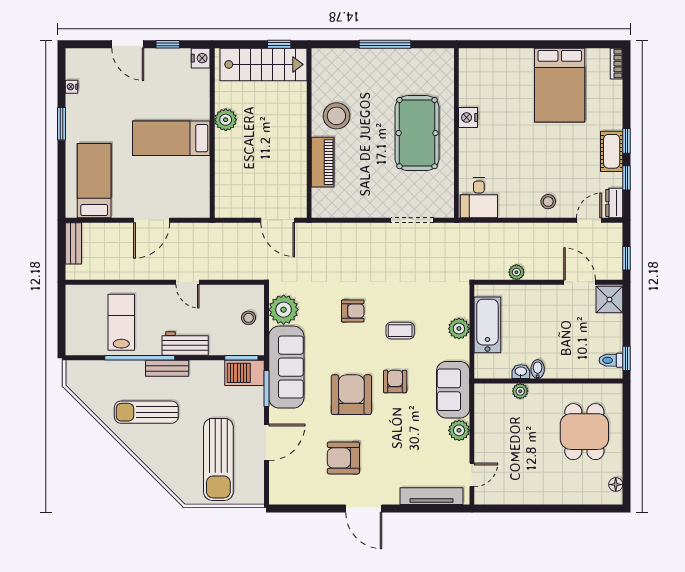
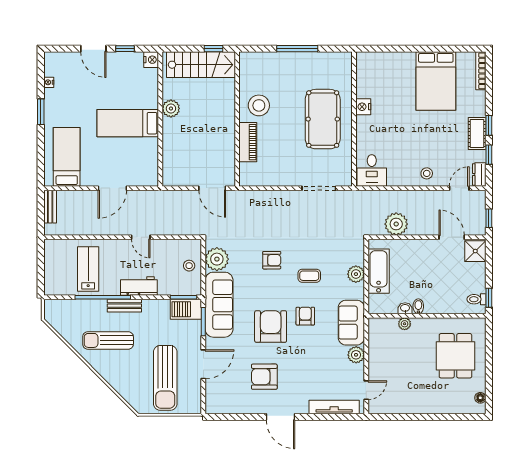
bookcase: (616, 64) -> (481, 71), width x1.56
plant: (516, 272) -> (396, 224), width x1.87, depth x1.87

